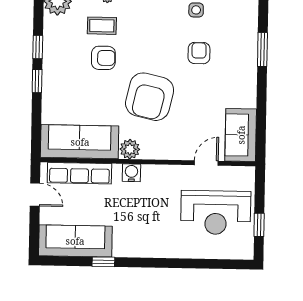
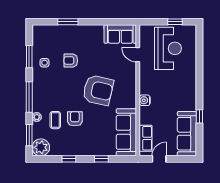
window: (37, 81) -> (101, 159), moved
plant: (130, 149) -> (130, 102), removed
row of seats: (79, 173) -> (146, 138), width x0.68

